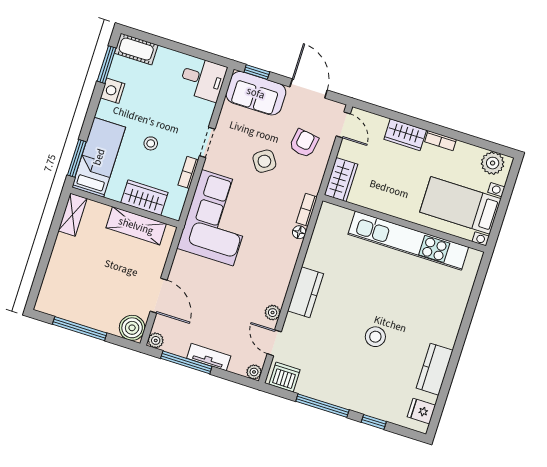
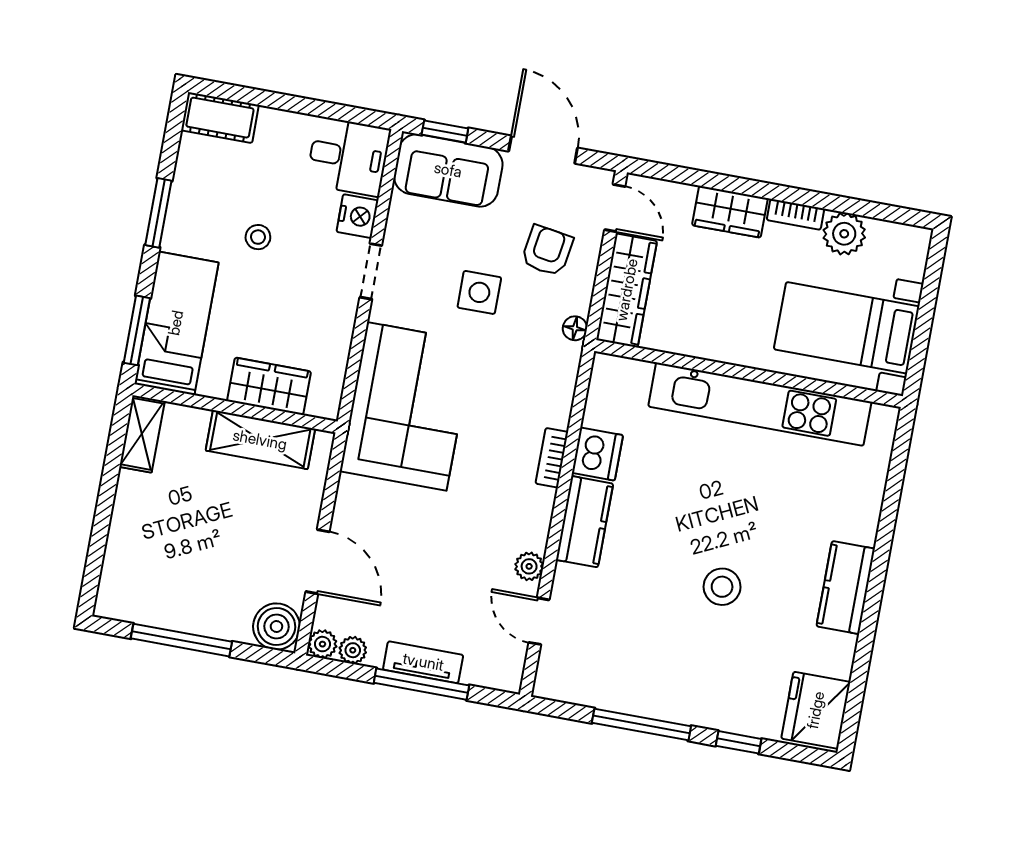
window: (107, 65) -> (158, 213), moved
nightstand: (113, 91) -> (357, 216), moved, turned 180
stool: (151, 143) -> (258, 237), moved
side table: (264, 161) -> (479, 292), turned 34
plant: (493, 163) -> (844, 234), moved
bookcase: (188, 172) -> (343, 330), removed
wardrobe: (341, 180) -> (627, 290), width x1.50
bookcase: (307, 210) -> (552, 458), moved
floor lamp: (299, 232) -> (575, 328), moved
window: (186, 362) -> (421, 684), moved
kitchen counter: (435, 369) -> (846, 588), moved
plant: (254, 372) -> (353, 650), moved
dishwasher: (285, 377) -> (597, 454), moved, turned 90
fridge: (421, 411) -> (816, 710), width x1.88, depth x1.34

